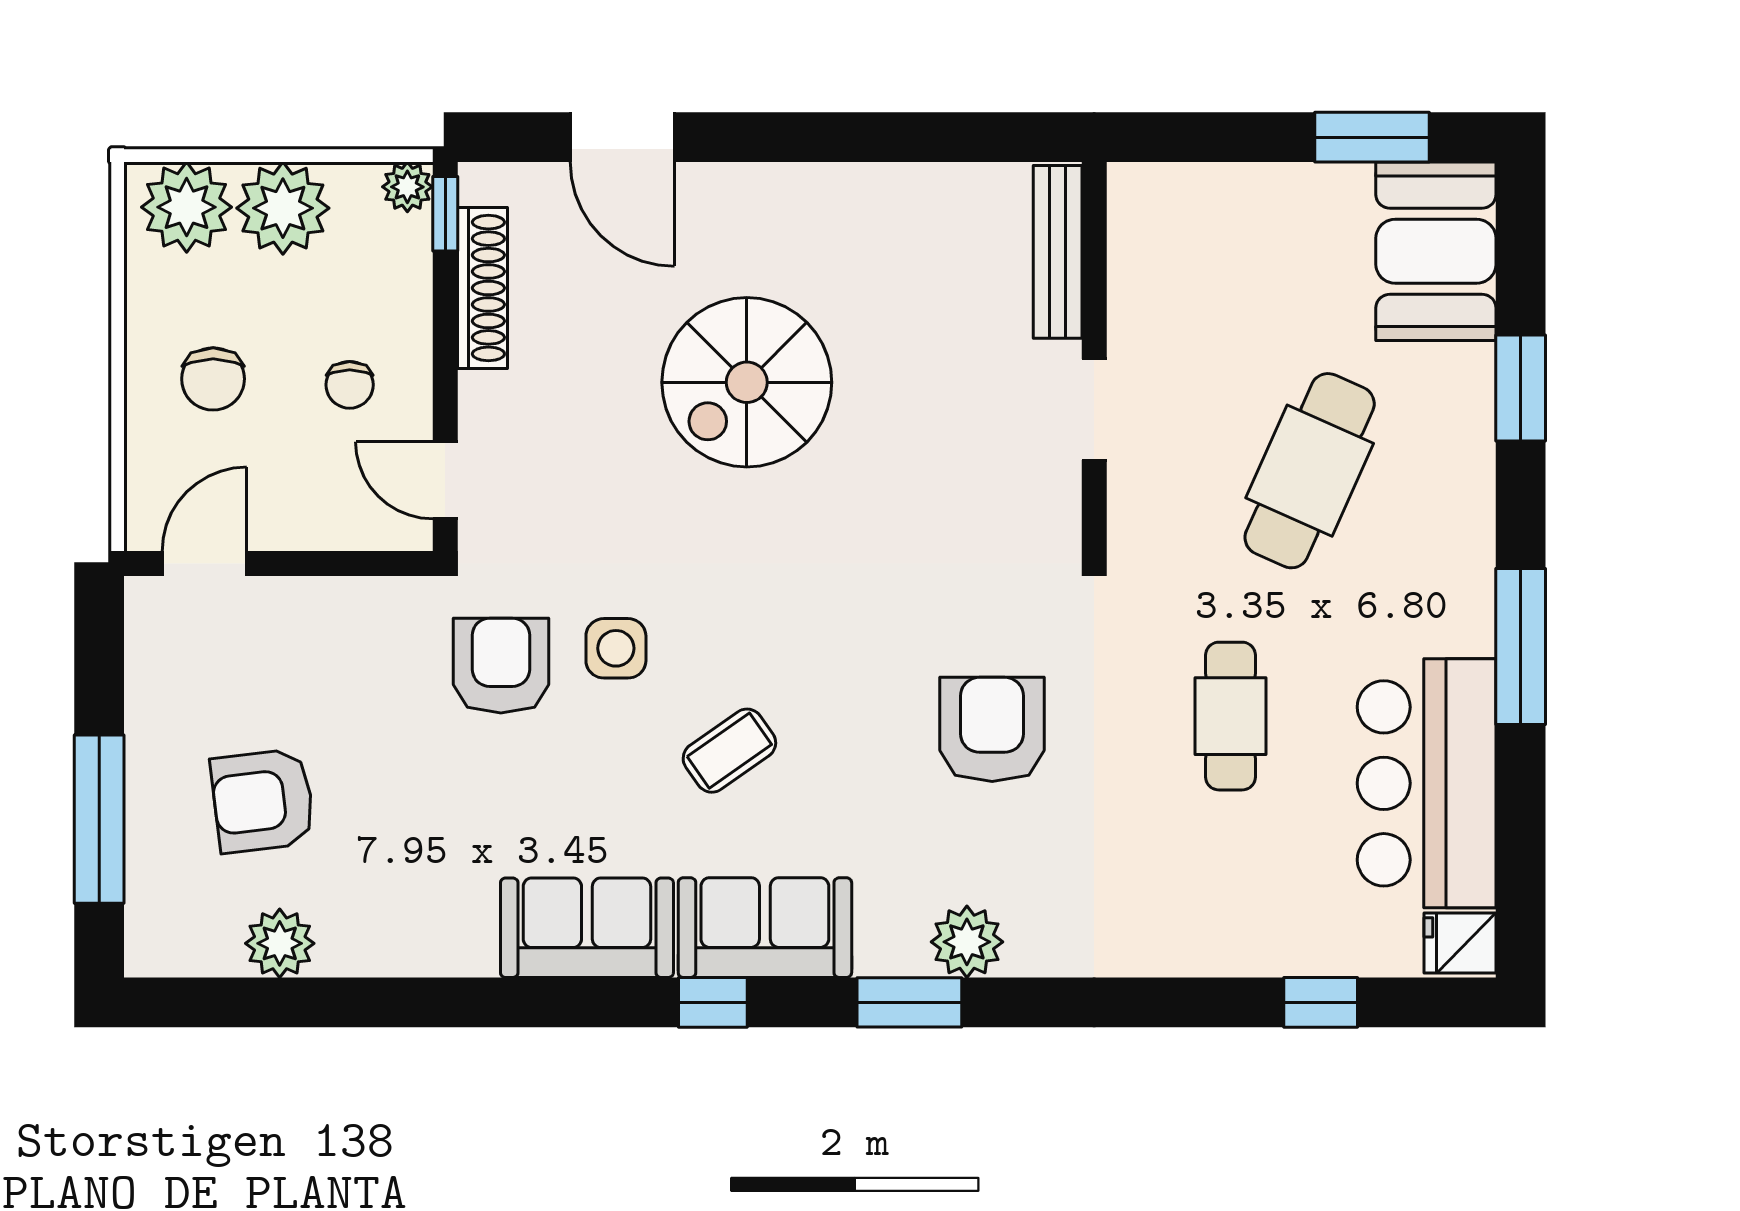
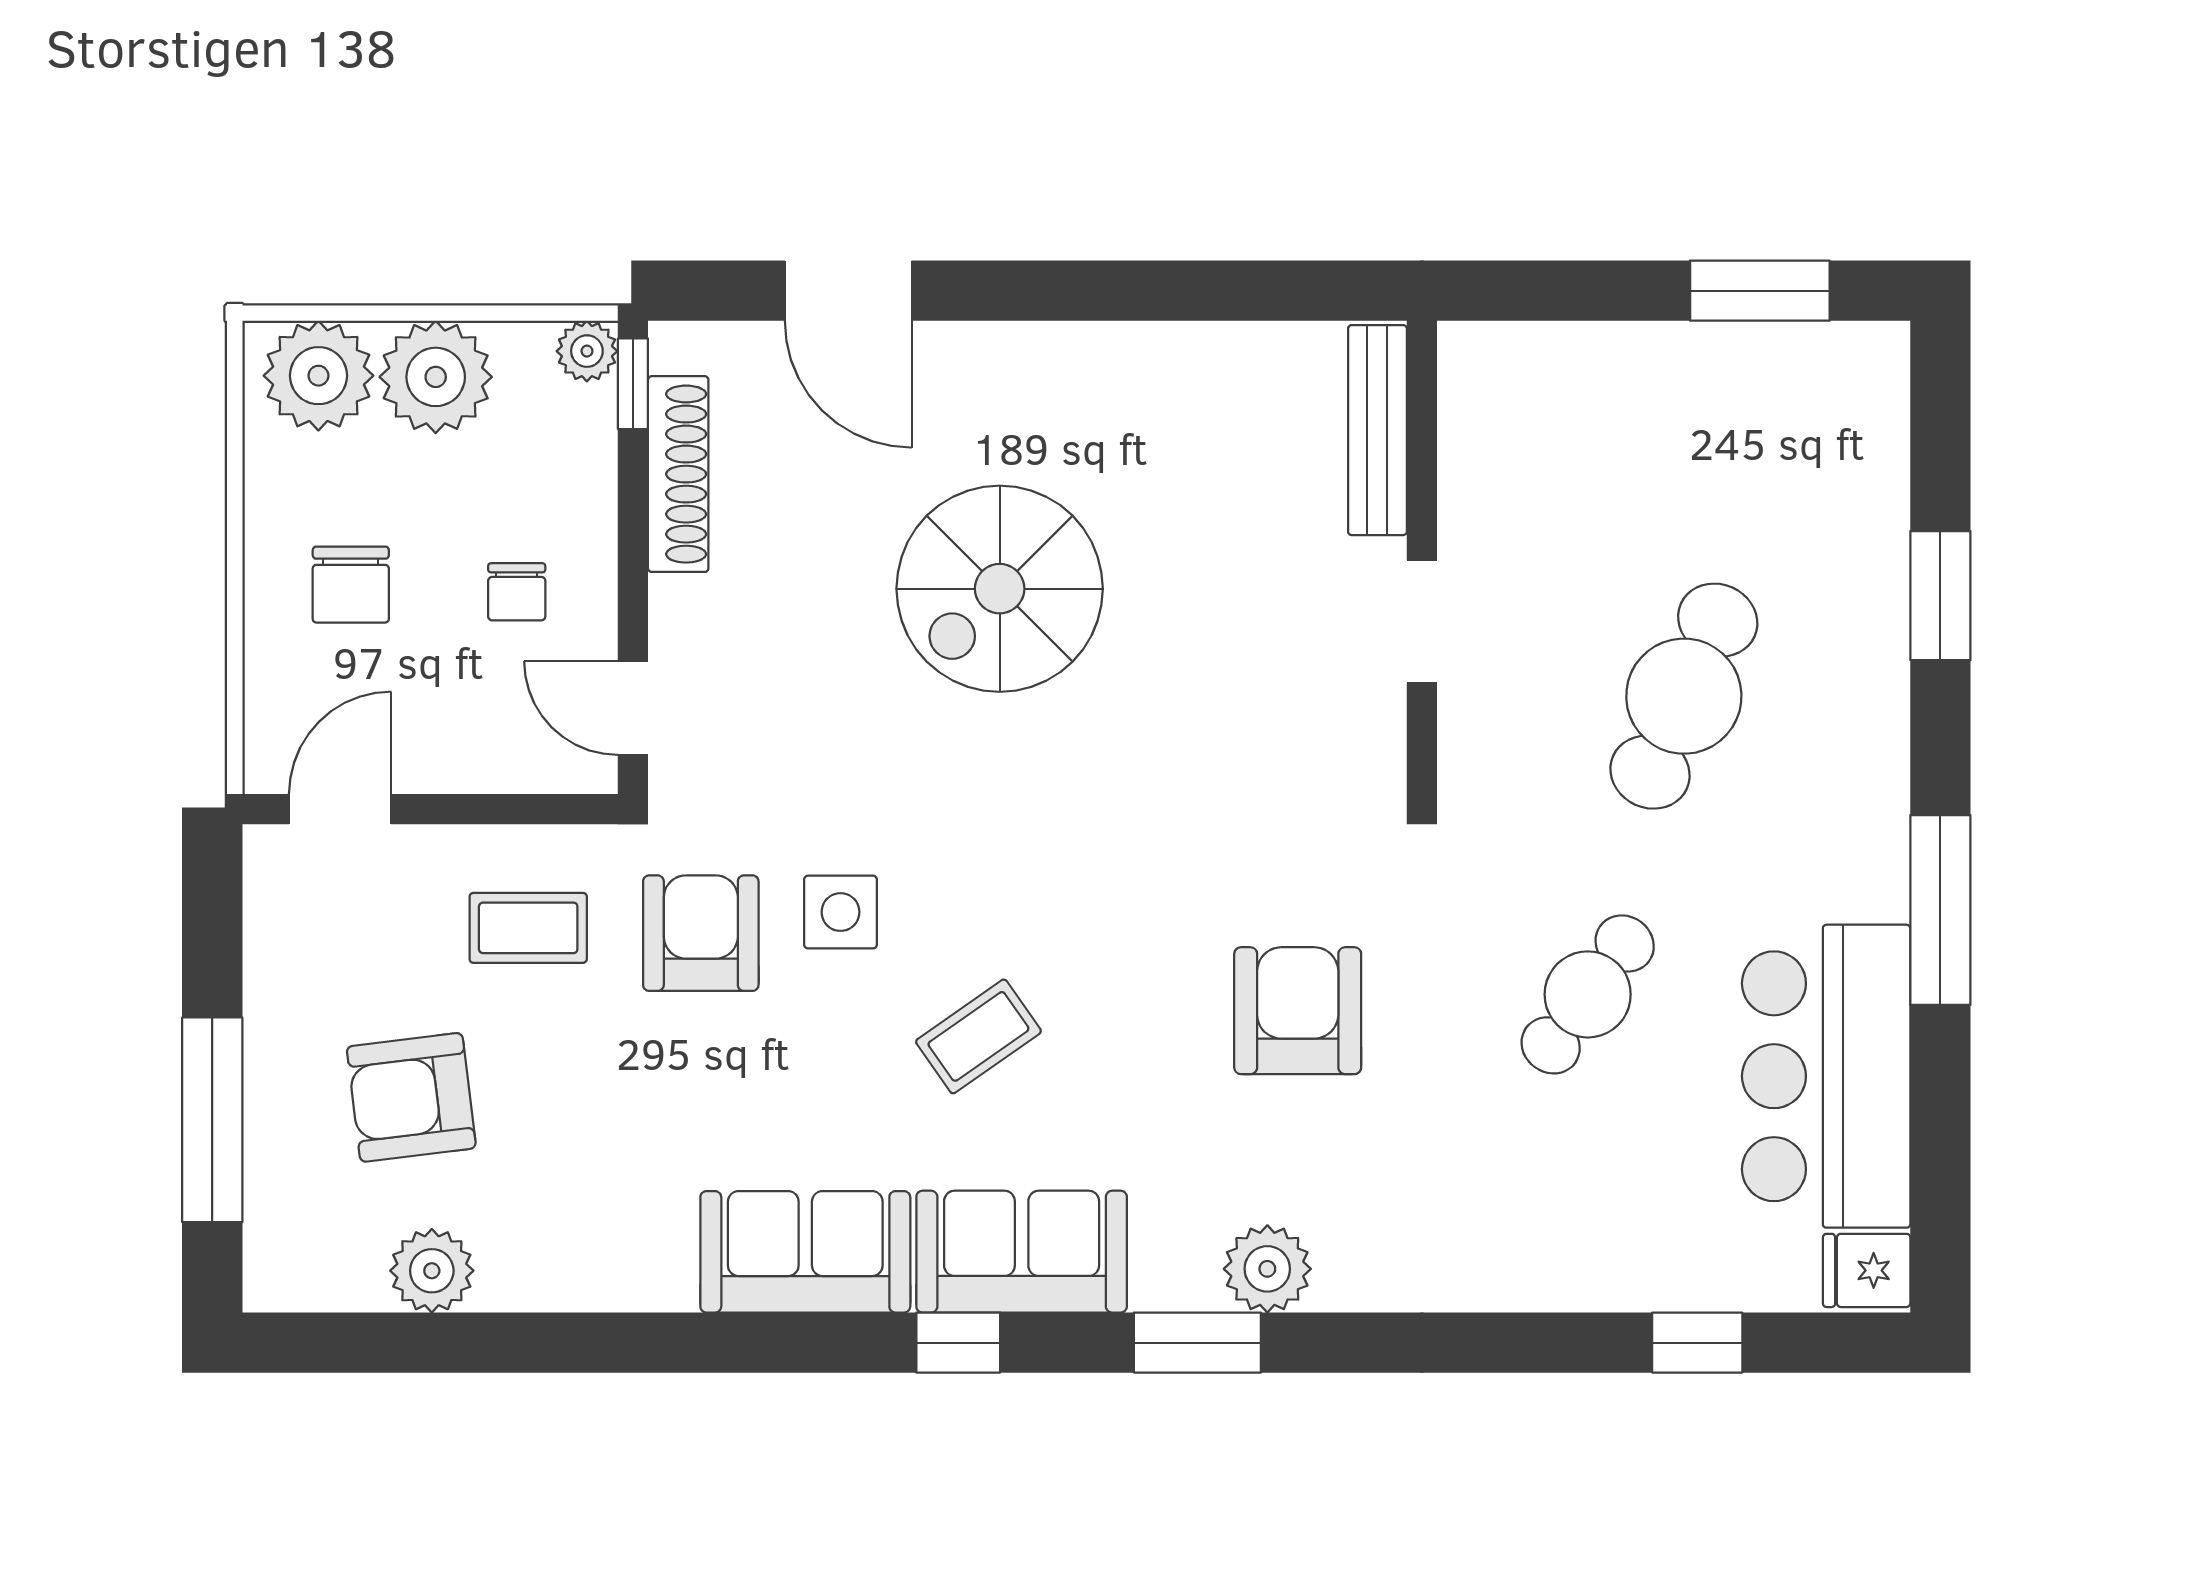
booth: (1436, 251) -> (1837, 429), removed
coffee table: (359, 661) -> (528, 928), added
cafe table: (1230, 716) -> (1588, 994), turned 36

